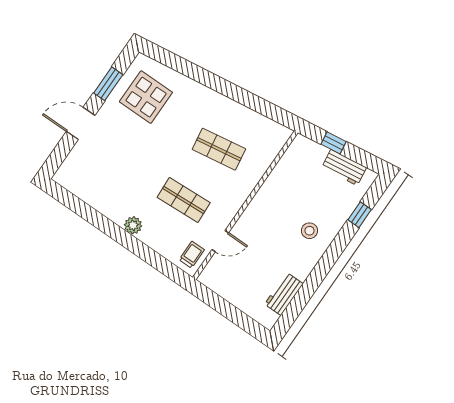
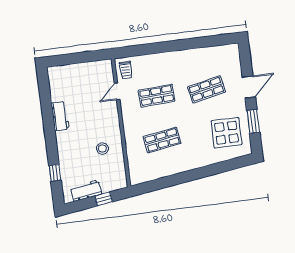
shop shelf: (126, 160) -> (206, 89), added
plant: (133, 225) -> (171, 58), removed
stool: (309, 231) -> (102, 149), moved
workbench: (284, 294) -> (60, 116), moved

